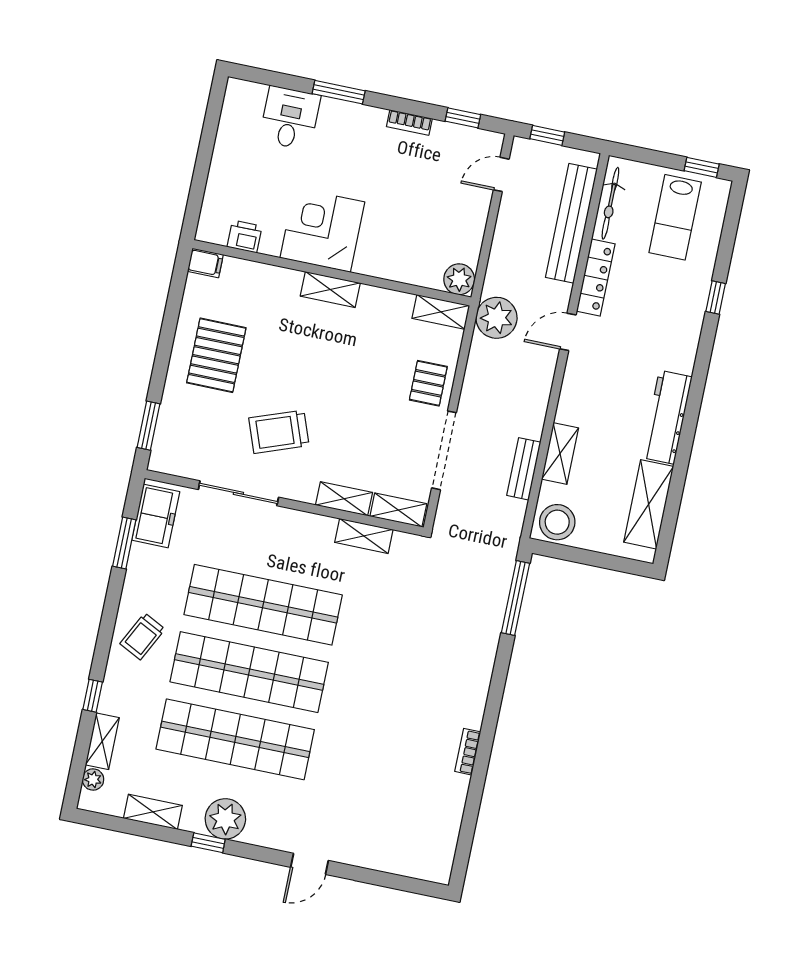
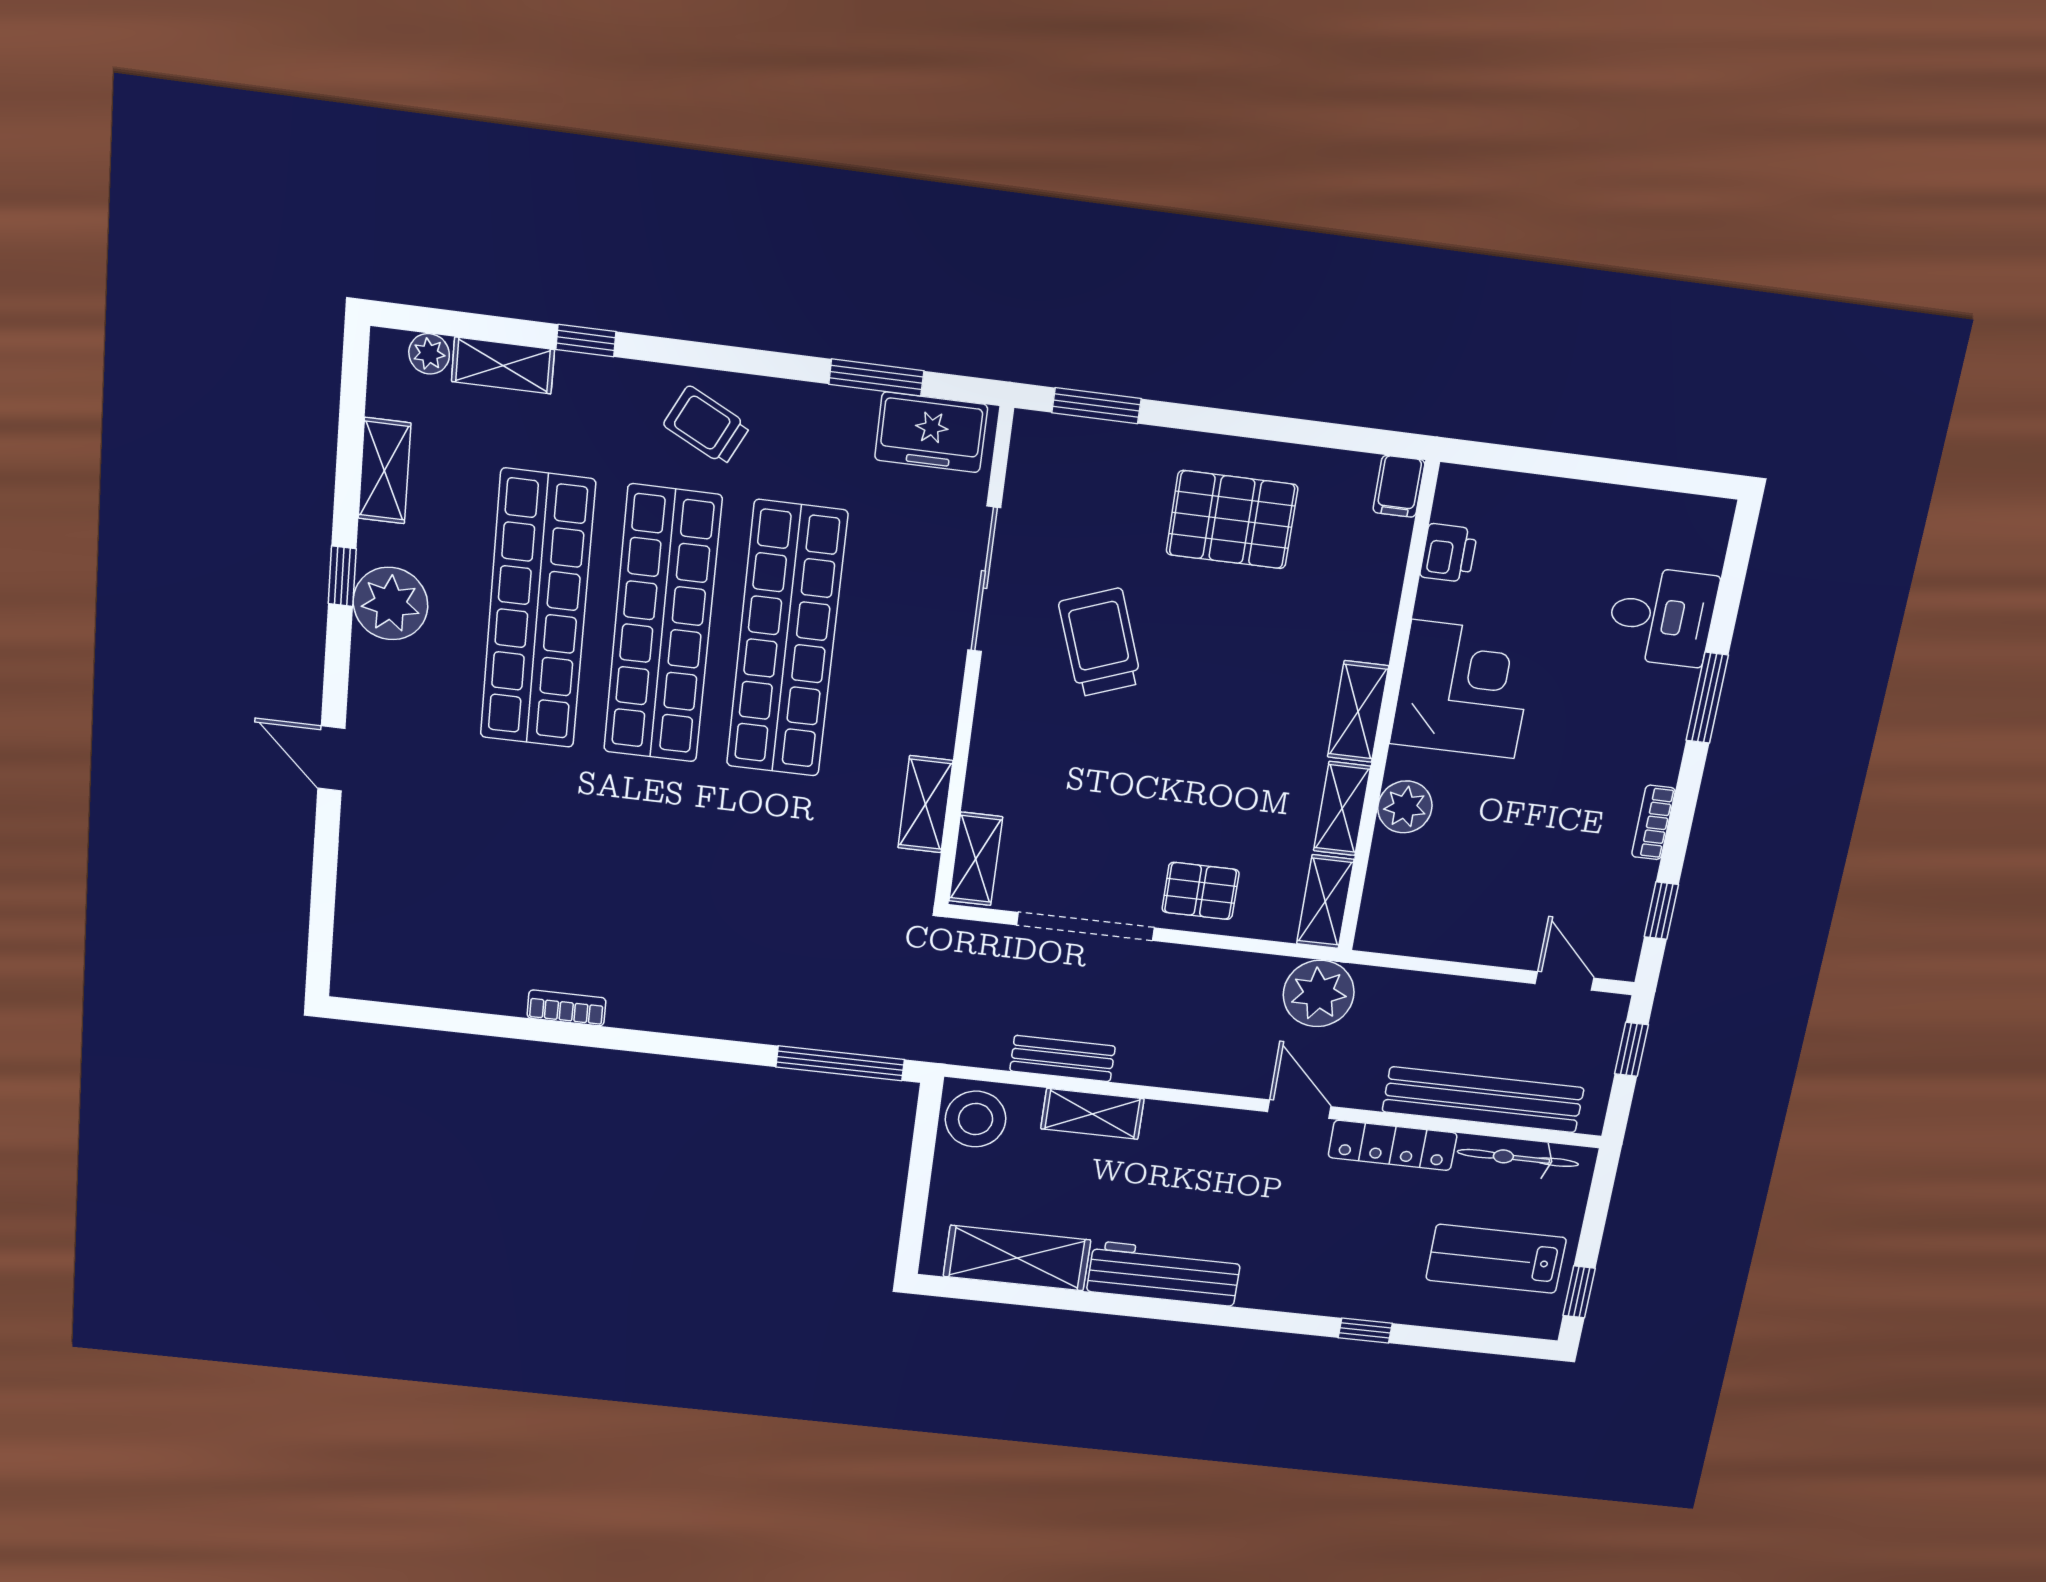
plant: (459, 279) -> (1405, 807), moved
shelving: (344, 499) -> (1342, 809), moved

